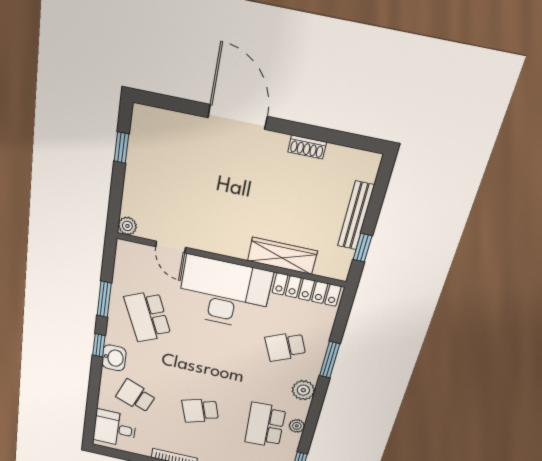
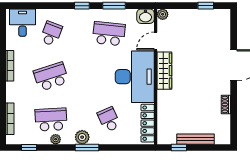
wardrobe: (282, 256) -> (164, 71), moved
school desk: (148, 316) -> (109, 34), turned 30
washbasin: (114, 358) -> (145, 16), moved
window: (330, 360) -> (87, 147), moved
school desk: (200, 411) -> (51, 77), width x1.85

